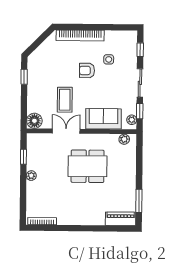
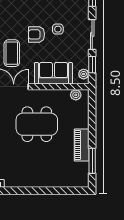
side table: (109, 59) -> (58, 29), moved
armchair: (87, 70) -> (37, 34), moved
piano: (121, 219) -> (82, 145), moved, turned -90

